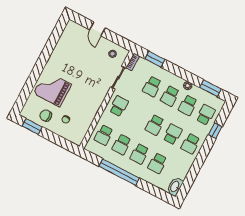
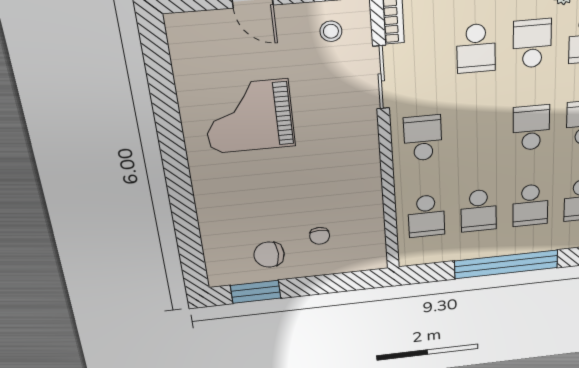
grand piano: (52, 89) -> (249, 117), moved
school desk: (170, 96) -> (532, 44), turned 180
school desk: (155, 125) -> (531, 128), turned 180

